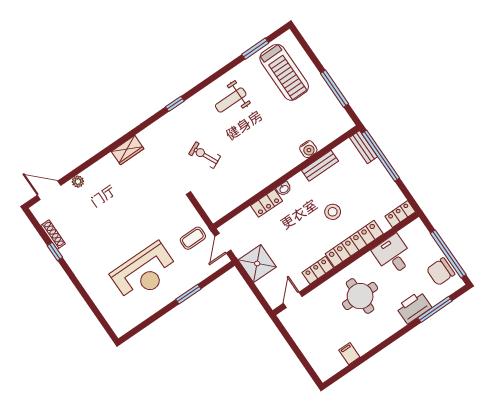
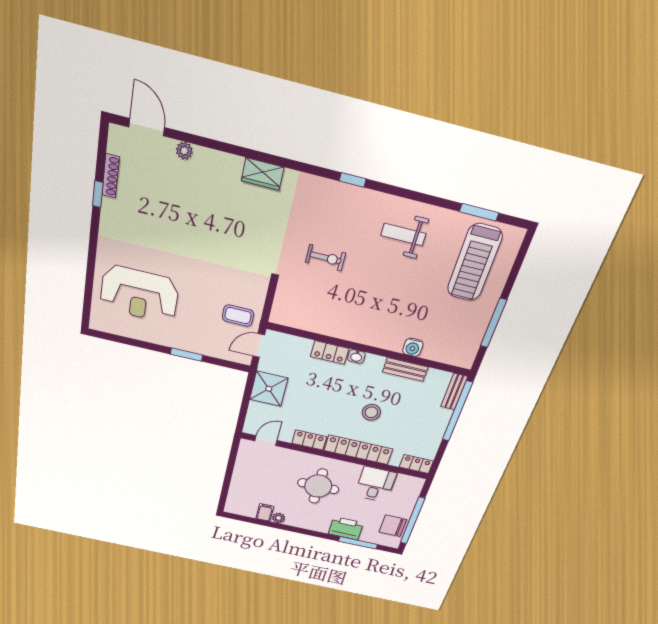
exercise bike: (205, 155) -> (326, 258), turned 115
reception desk: (144, 272) -> (139, 294), moved
plant: (363, 348) -> (279, 518), added

